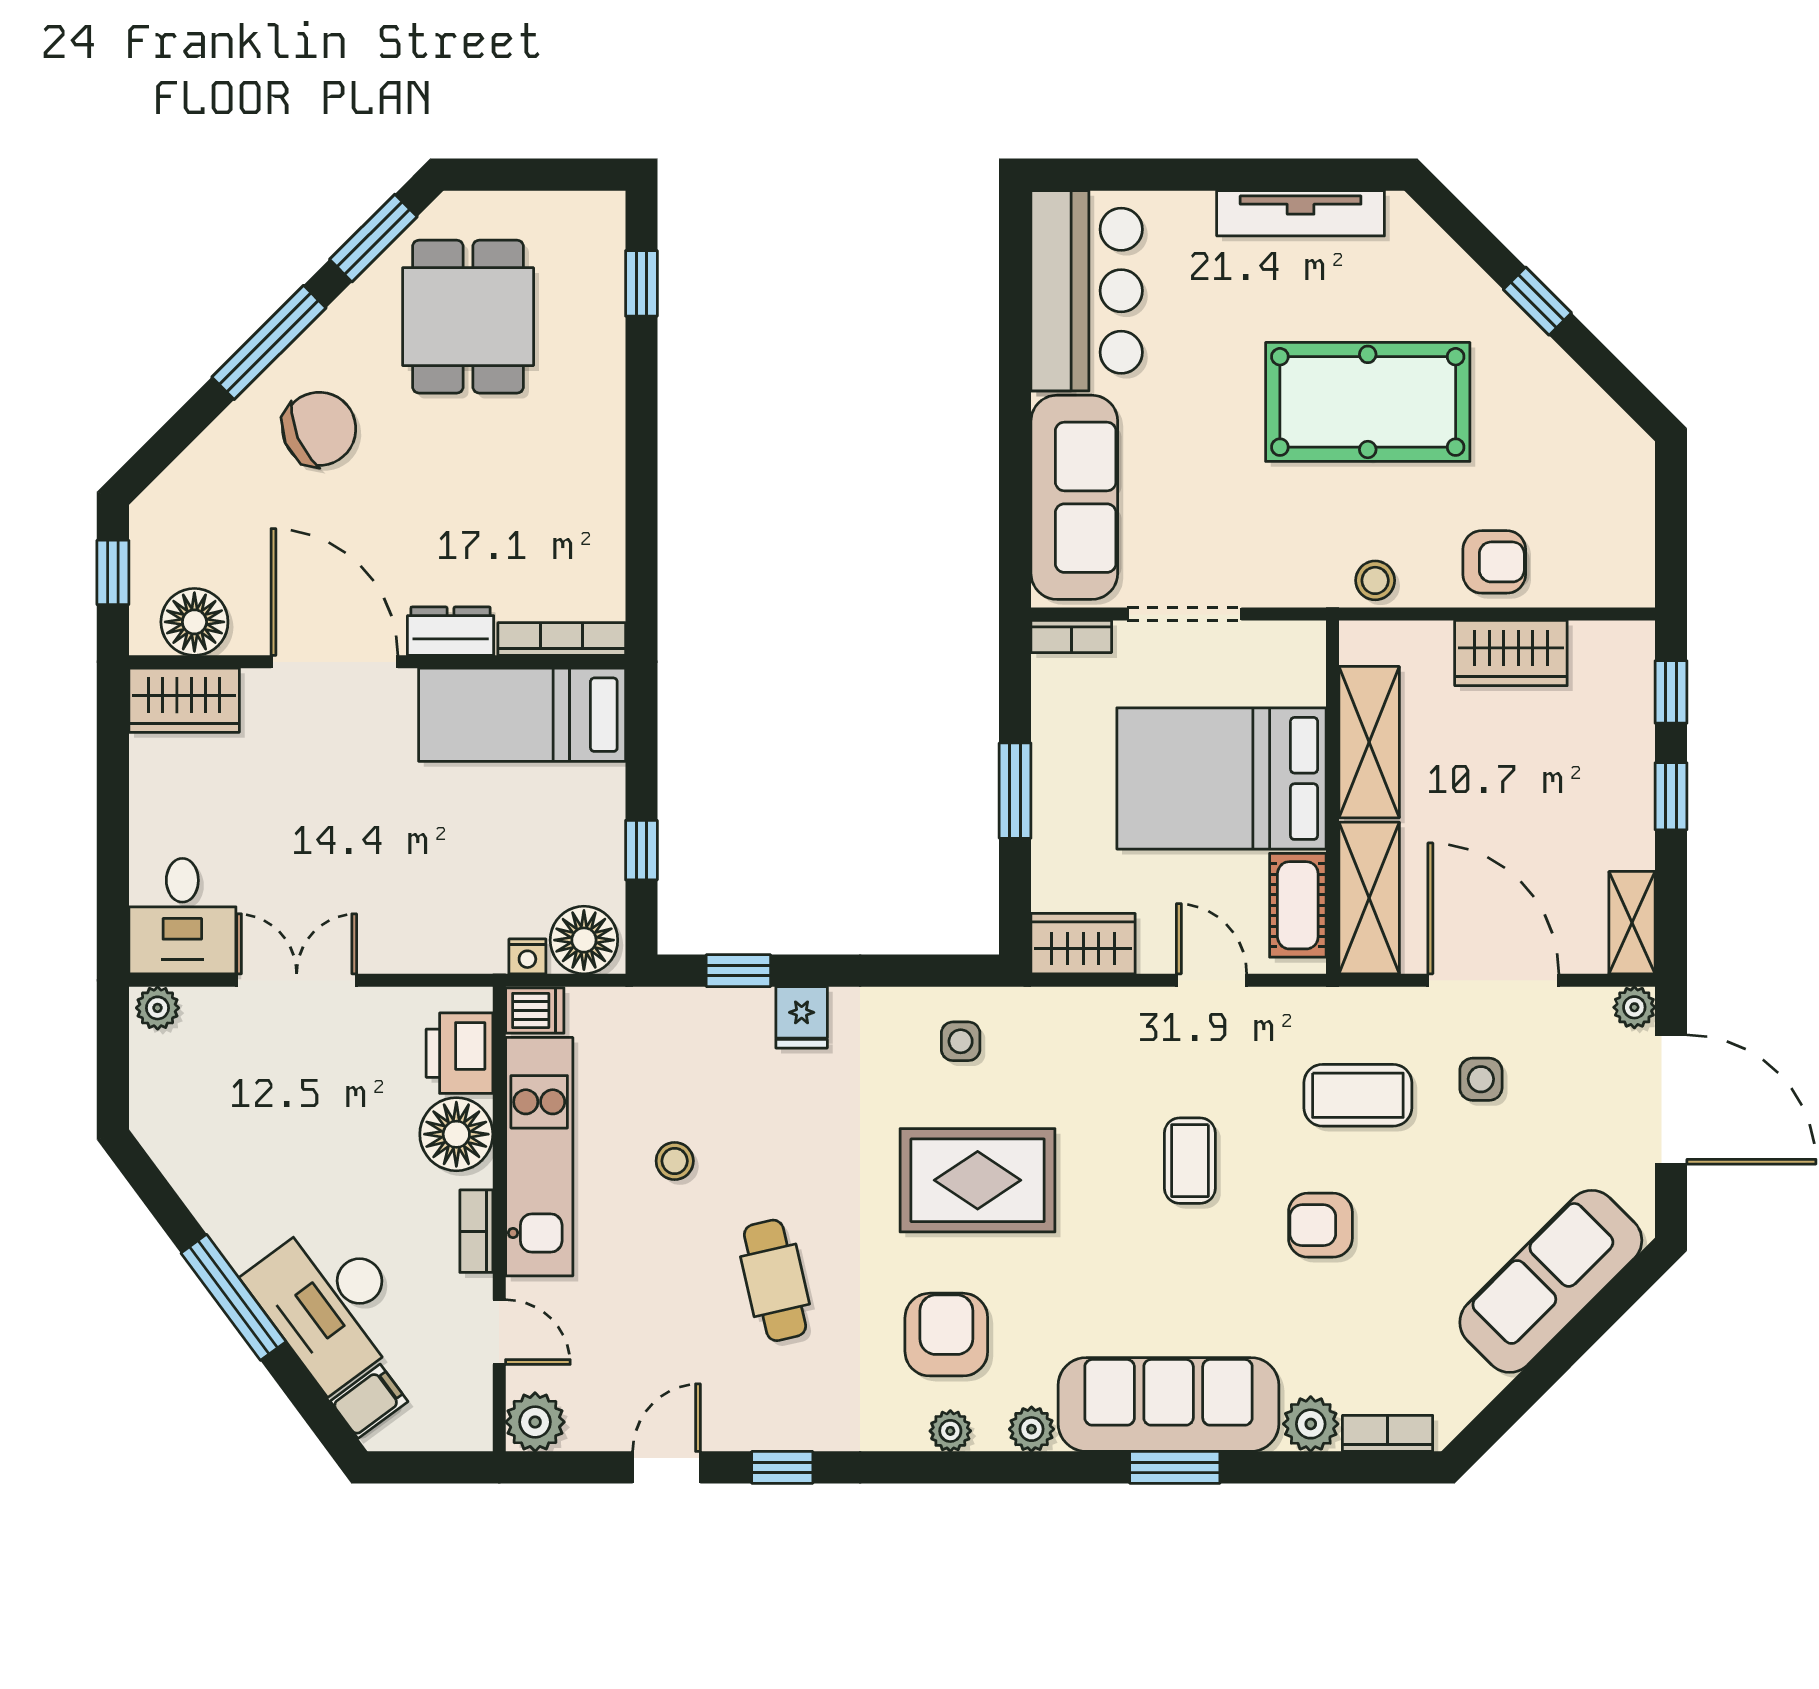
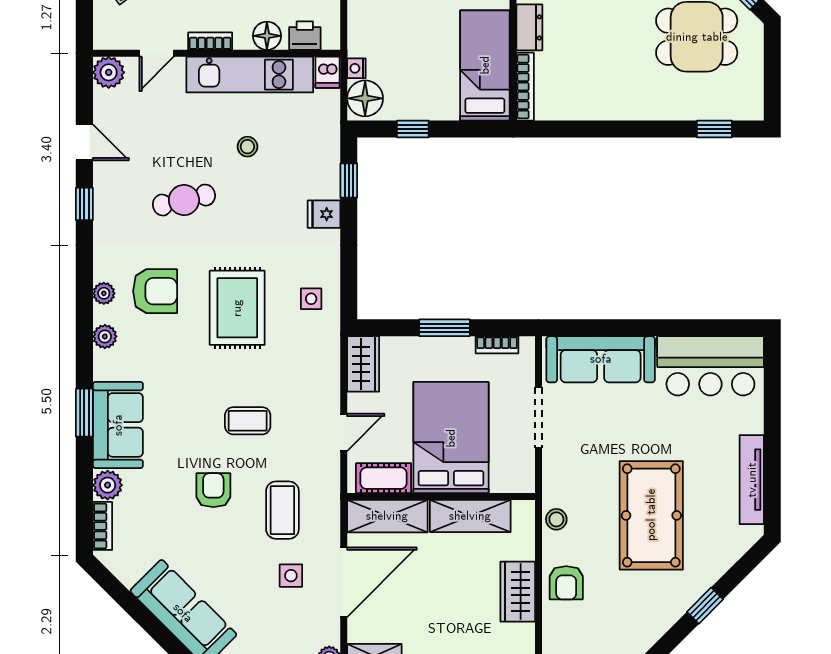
bookcase: (1071, 636) -> (497, 345), moved, turned -90
printer: (460, 1053) -> (305, 36), width x0.73, depth x0.81
floor lamp: (456, 1134) -> (267, 36), width x0.73, depth x0.73
sofa: (1169, 1405) -> (118, 425), width x0.73

